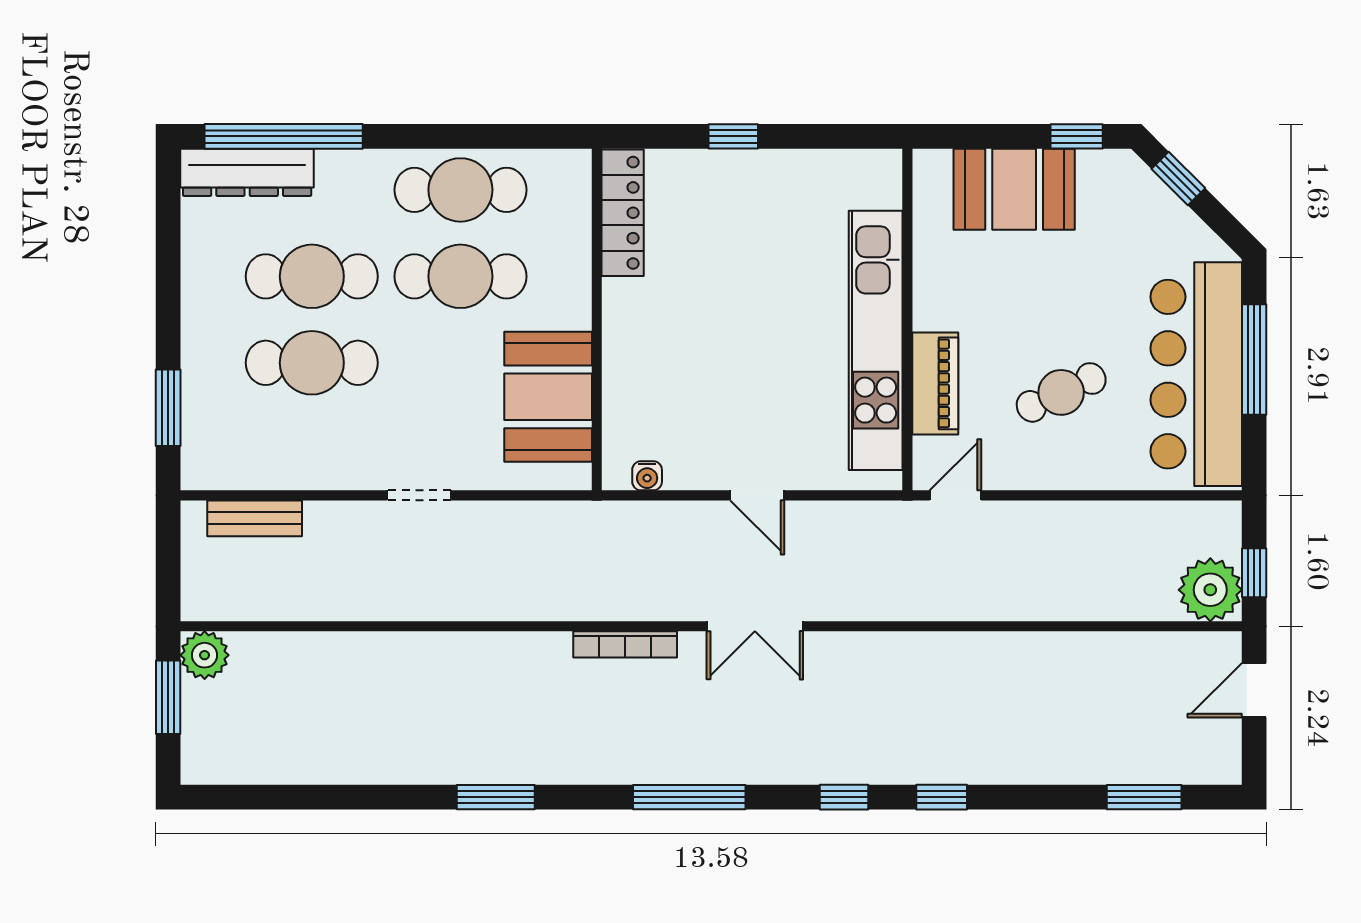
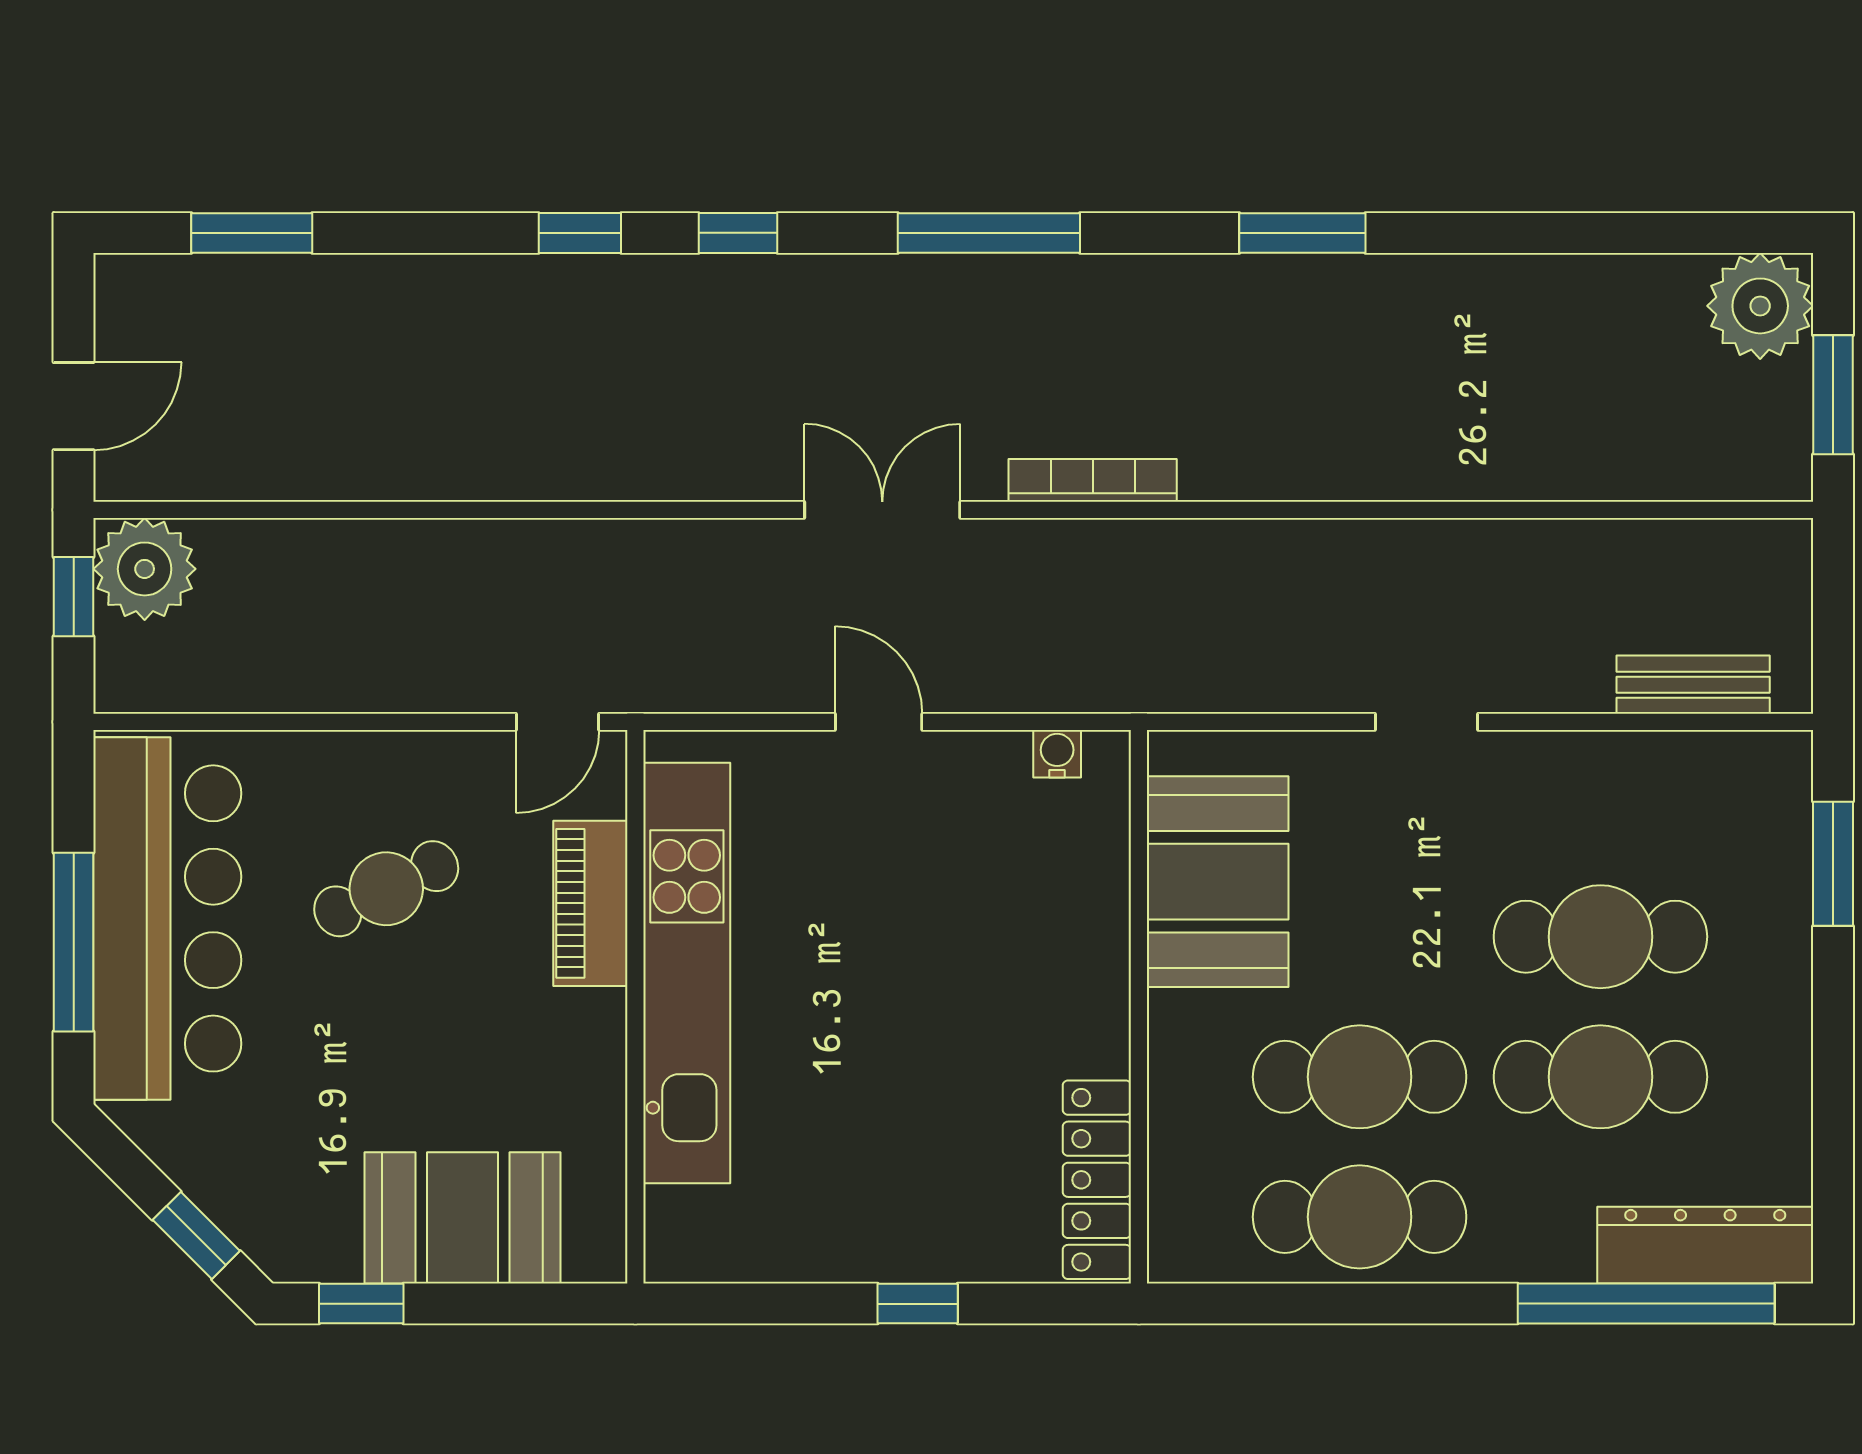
plant: (205, 655) -> (1760, 306), moved, width x1.36, depth x1.36

